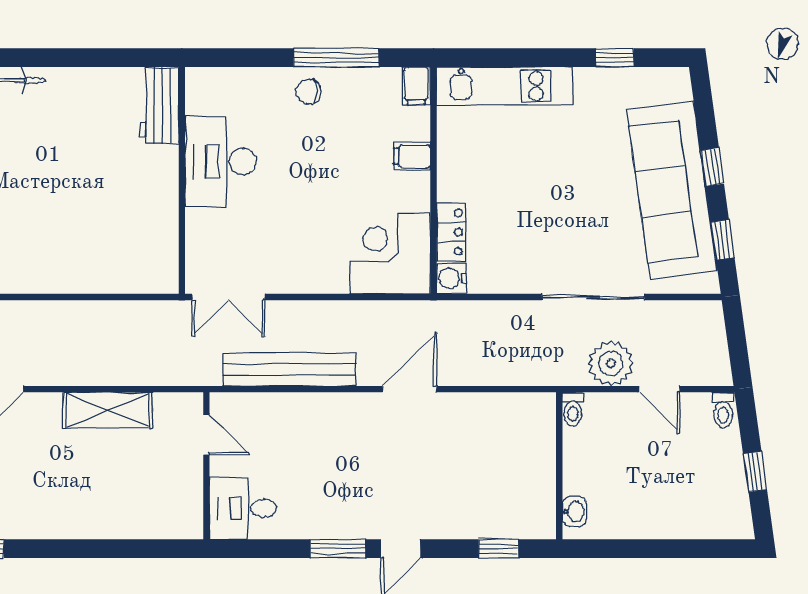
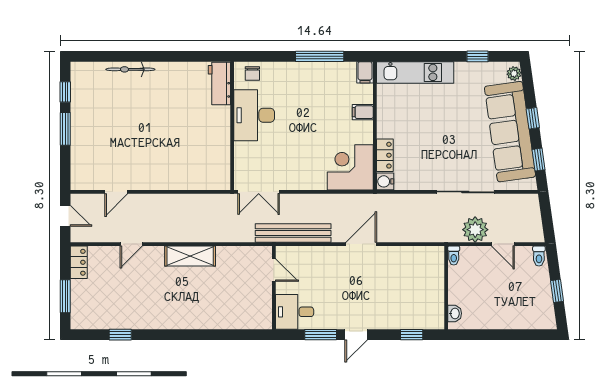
plant: (679, 88) -> (514, 73), added
chair: (309, 92) -> (252, 74), moved, turned -90
door: (206, 435) -> (274, 270), moved
wall: (206, 466) -> (274, 288), moved
desk: (243, 508) -> (295, 312), moved

